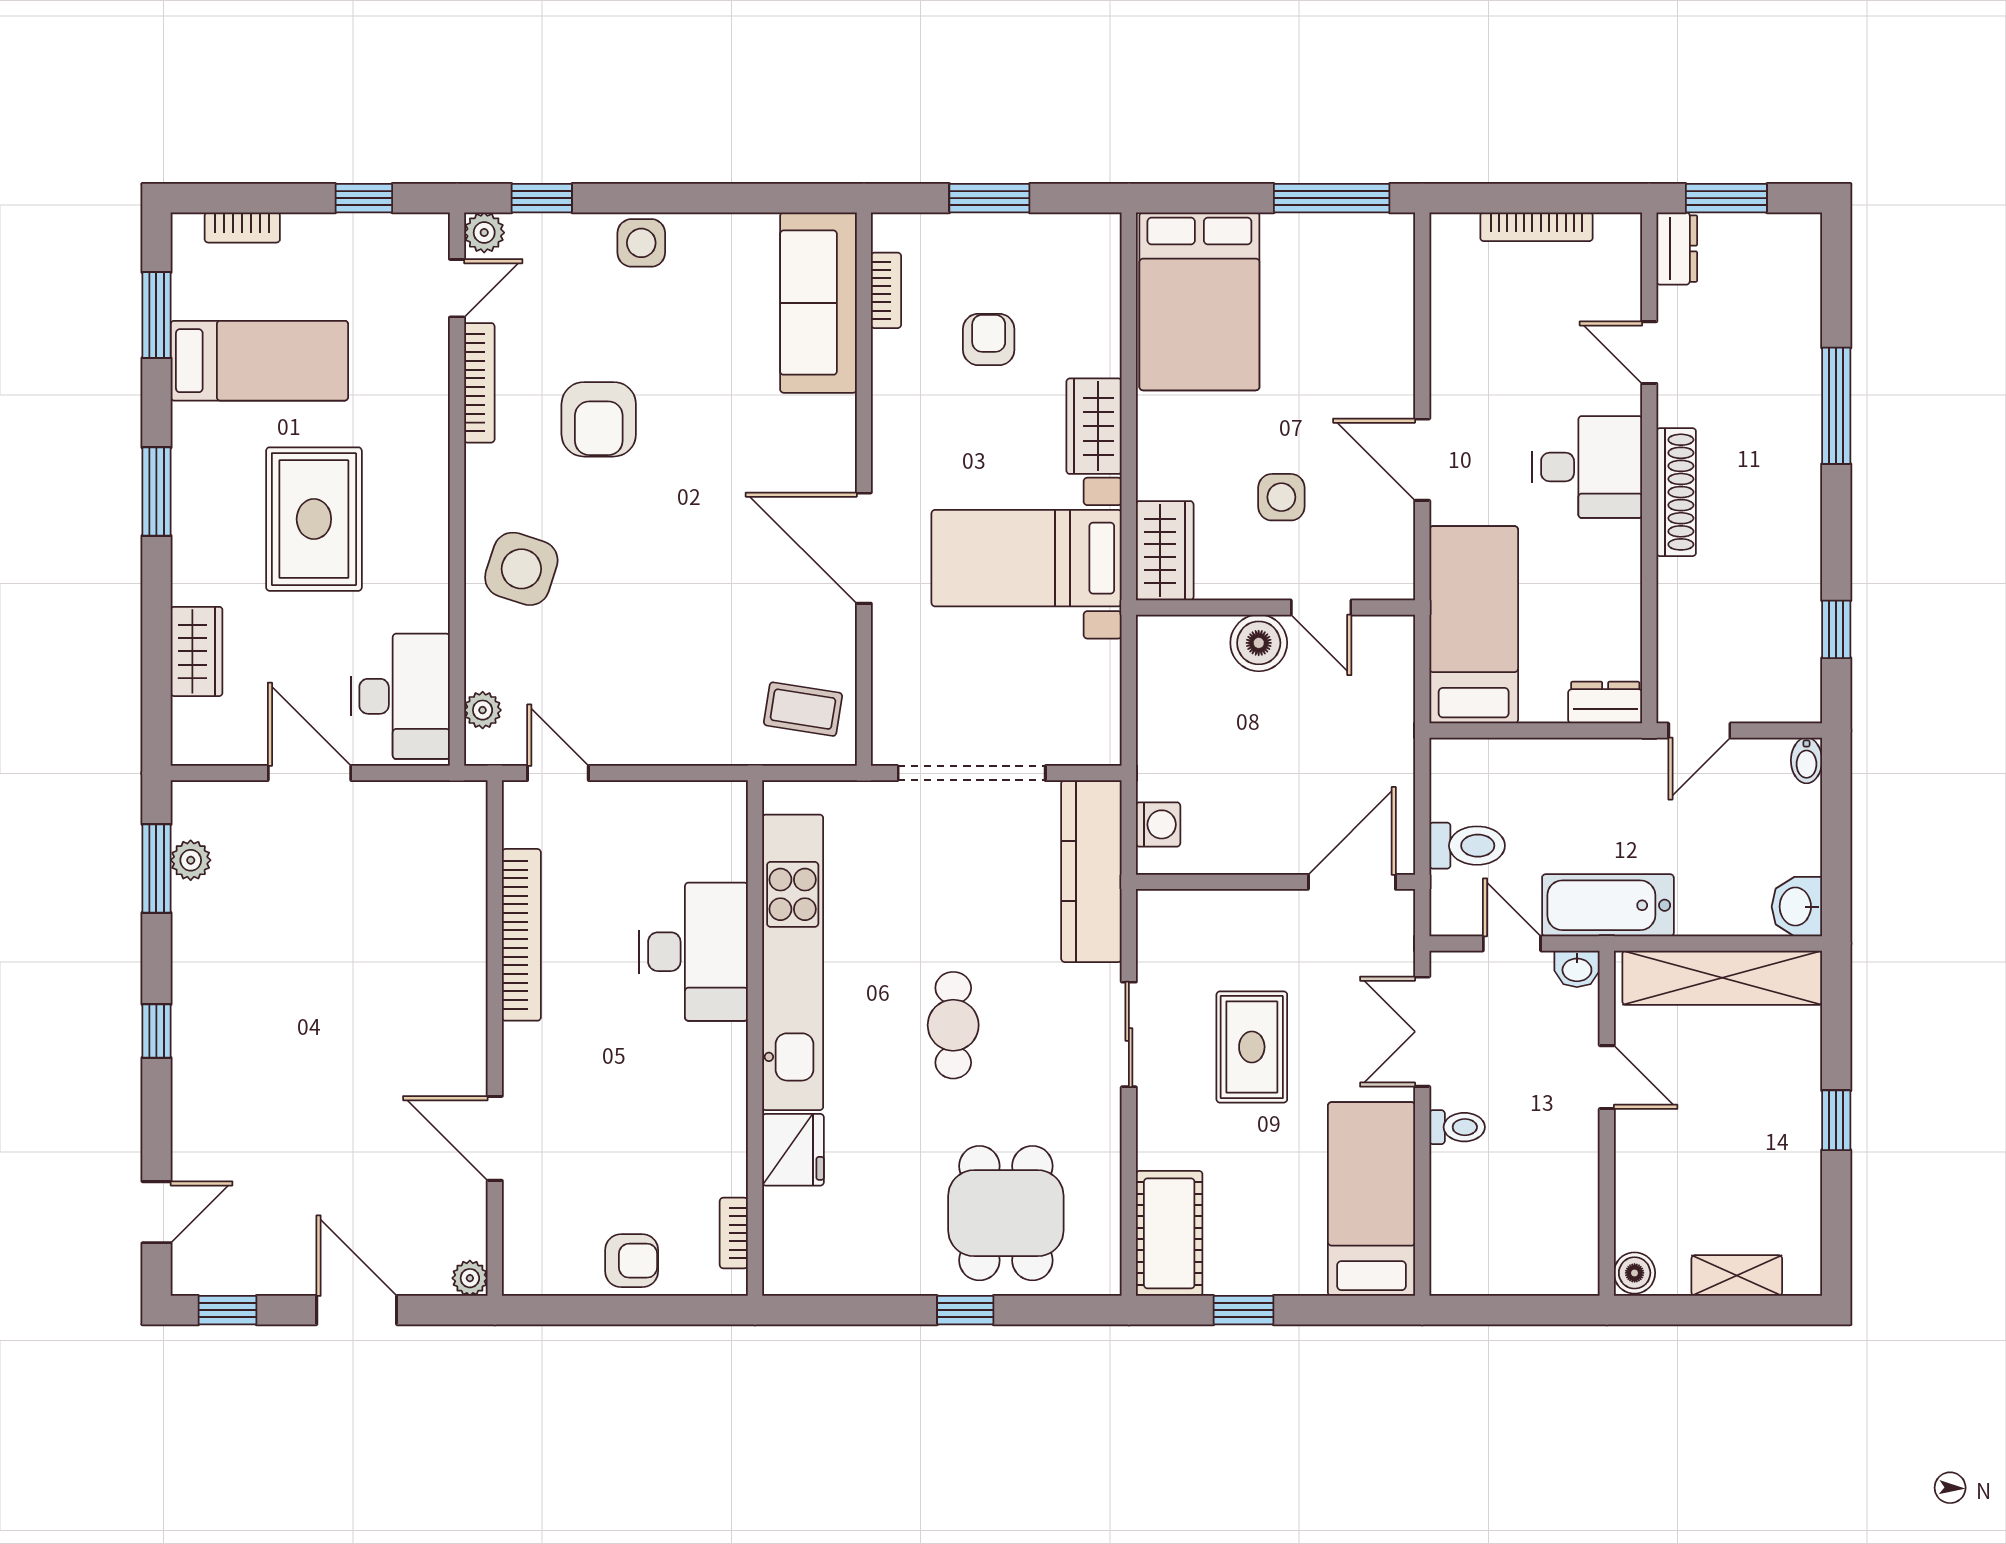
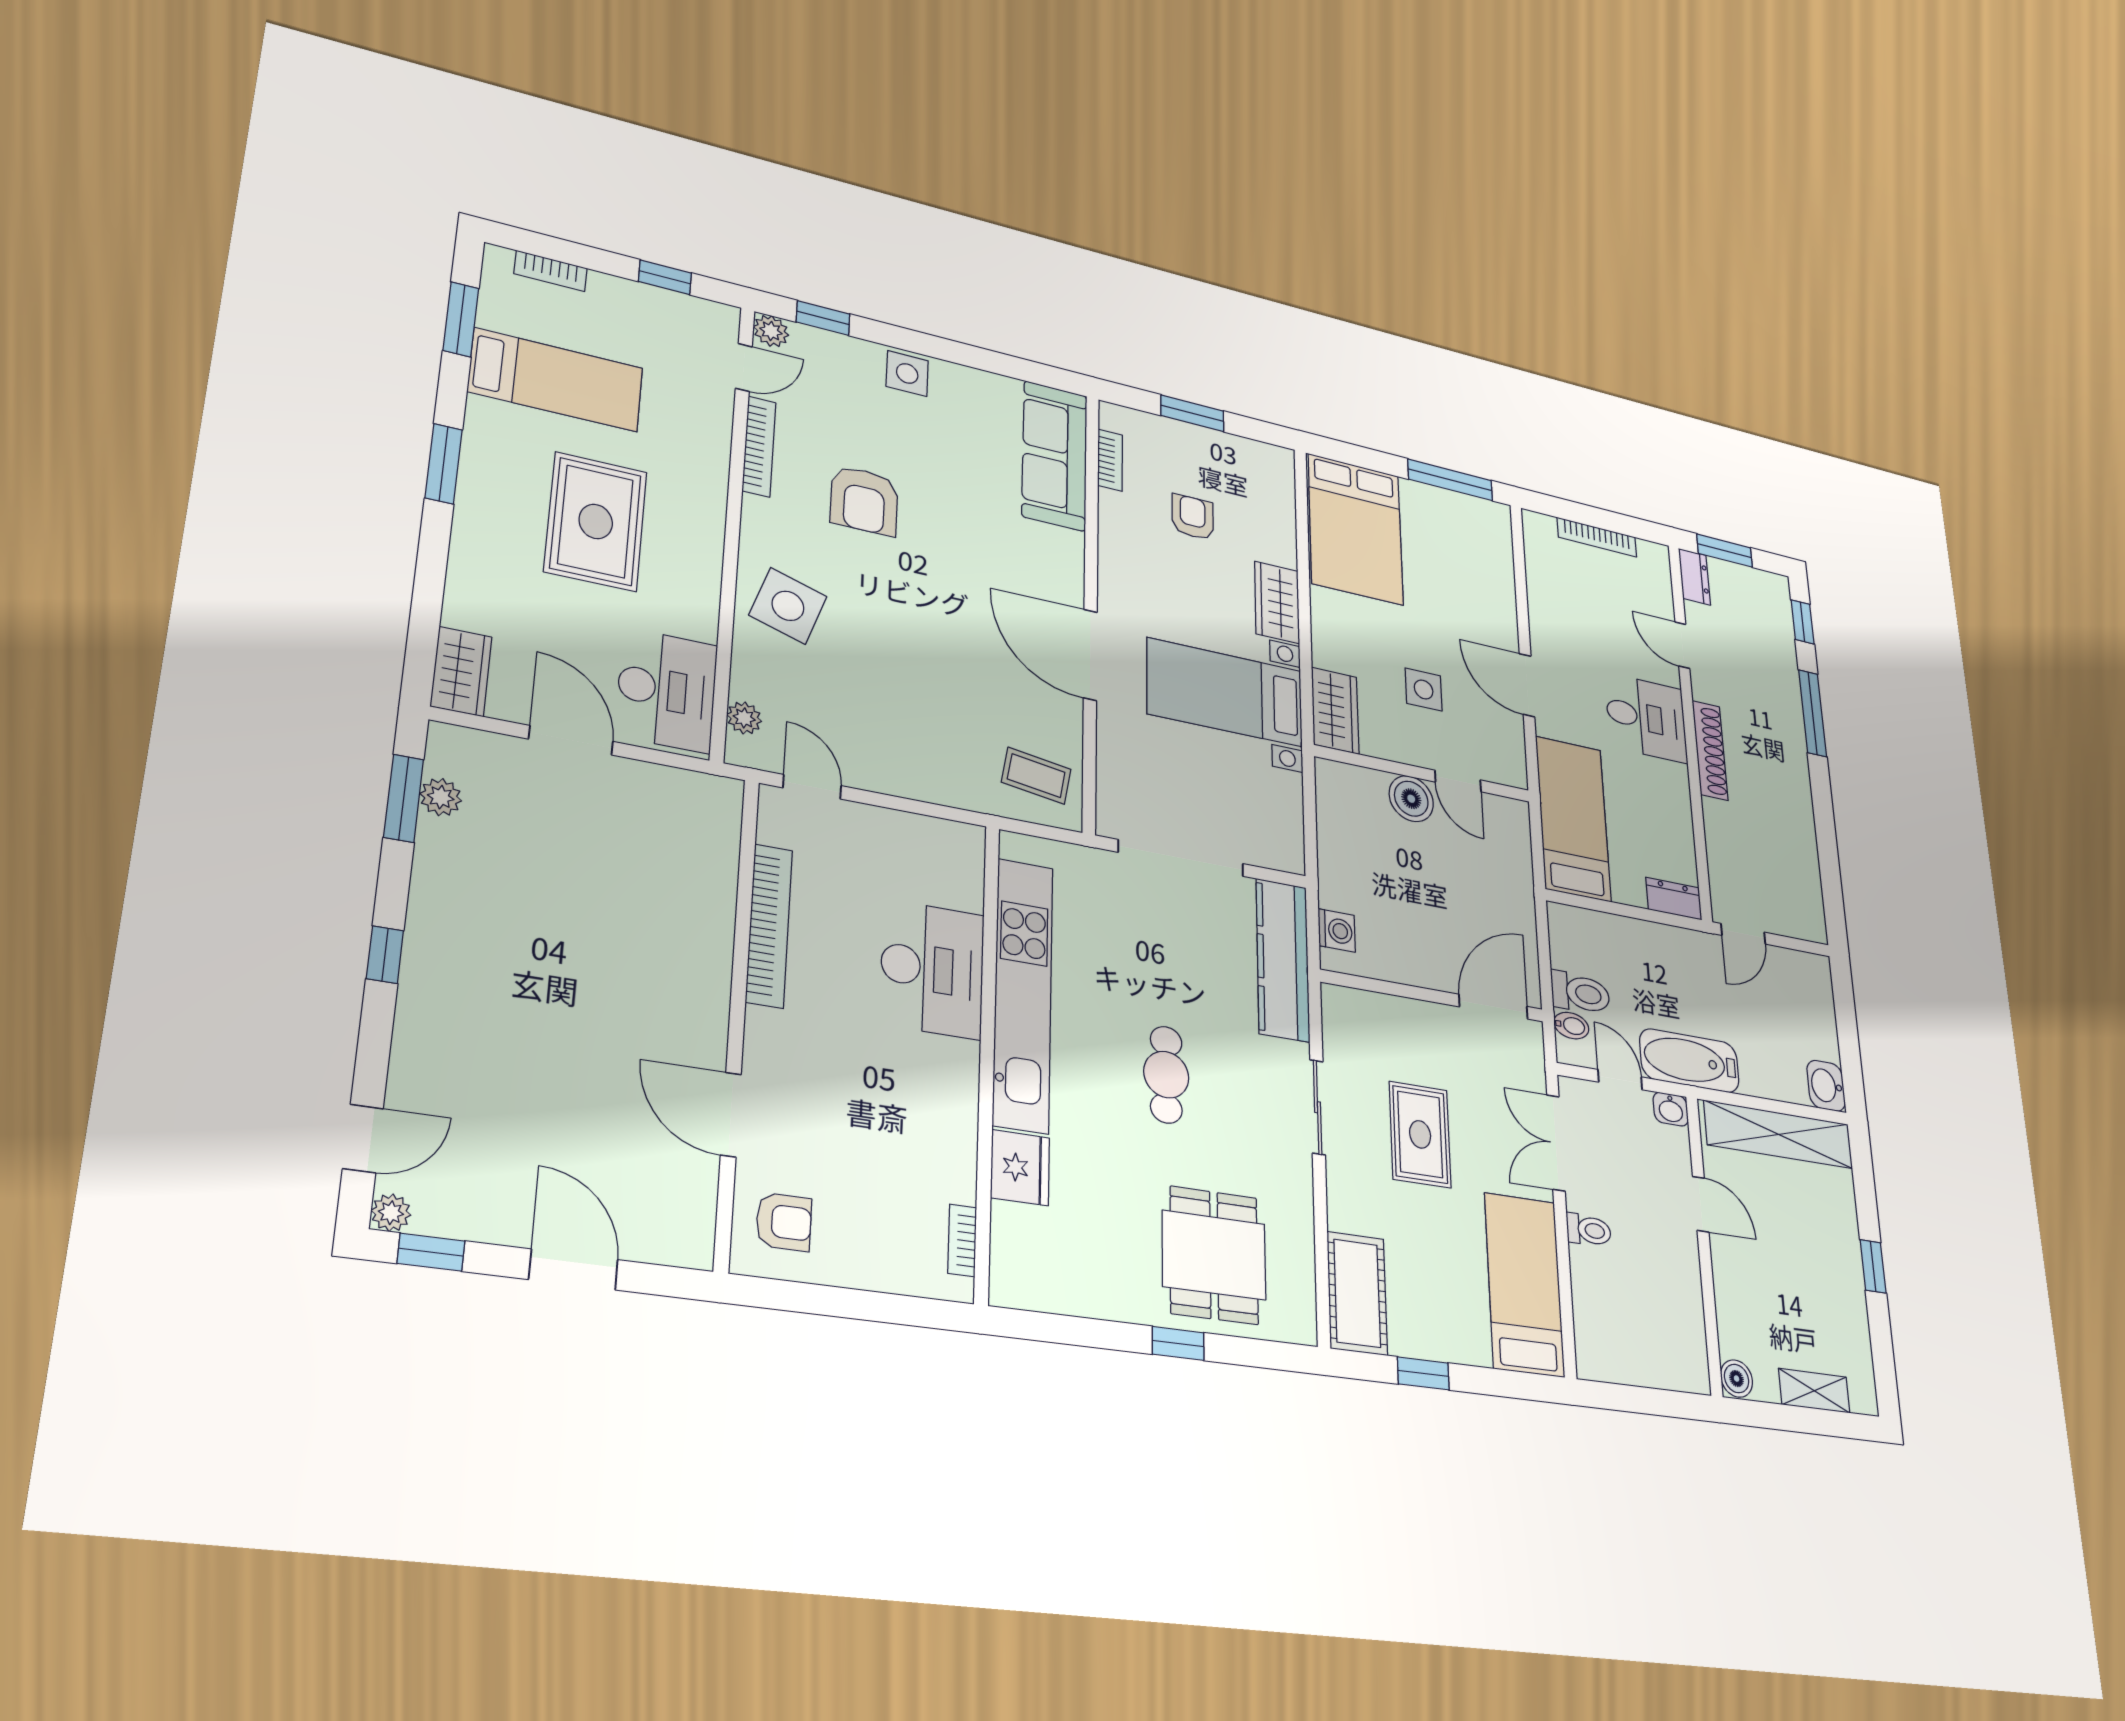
window: (1836, 629) -> (1803, 622), moved
wardrobe: (197, 651) -> (461, 671), moved
bidet: (1806, 760) -> (1571, 1026), moved, turned -90
armchair: (632, 1261) -> (784, 1222), moved
plant: (470, 1278) -> (391, 1213), moved

